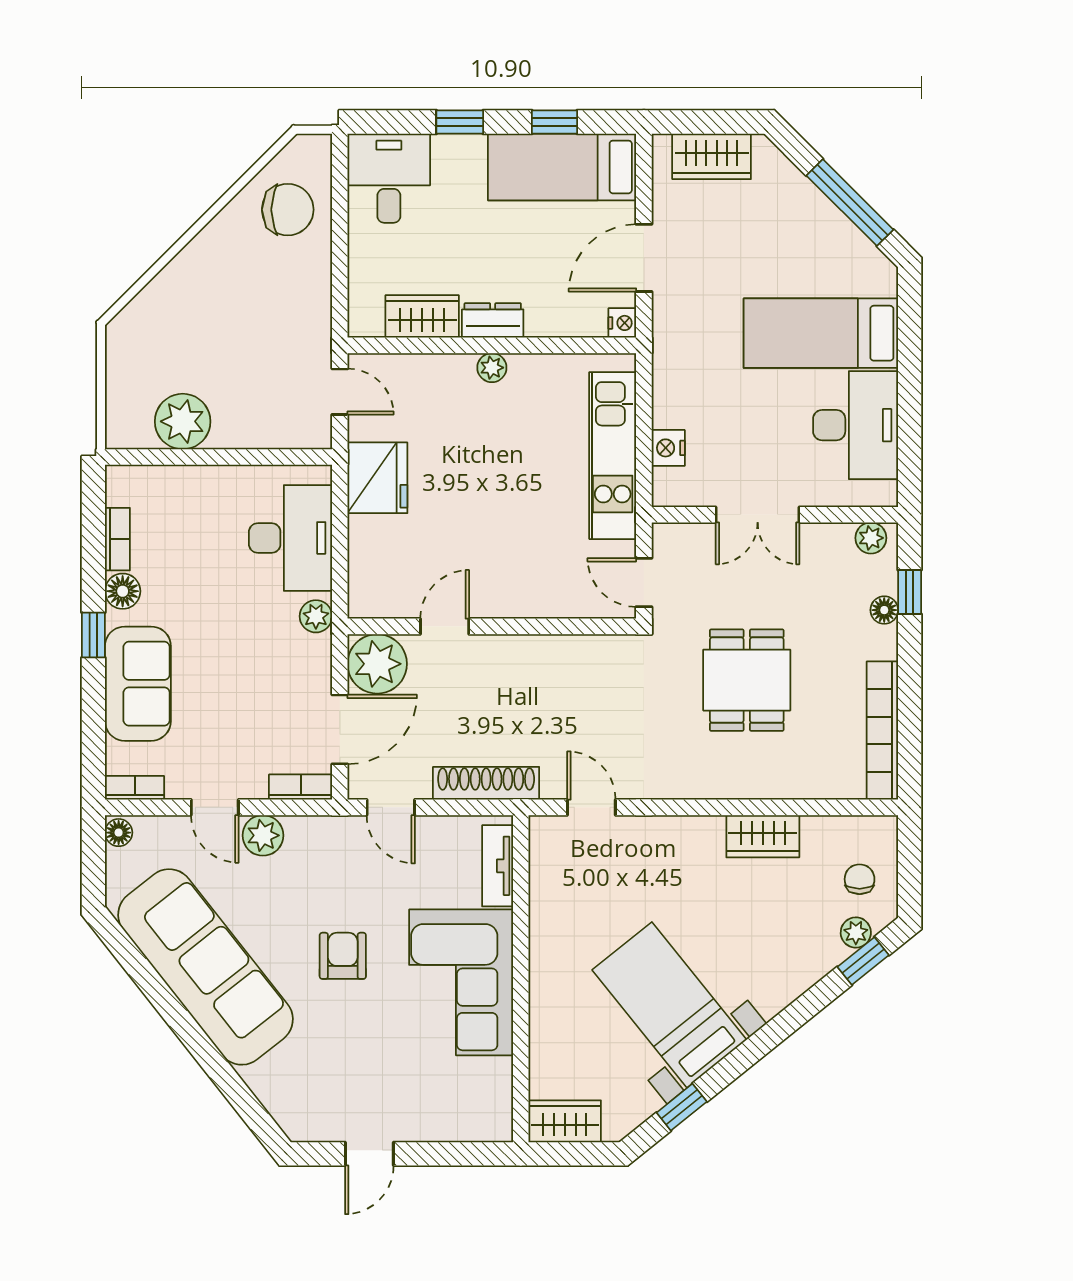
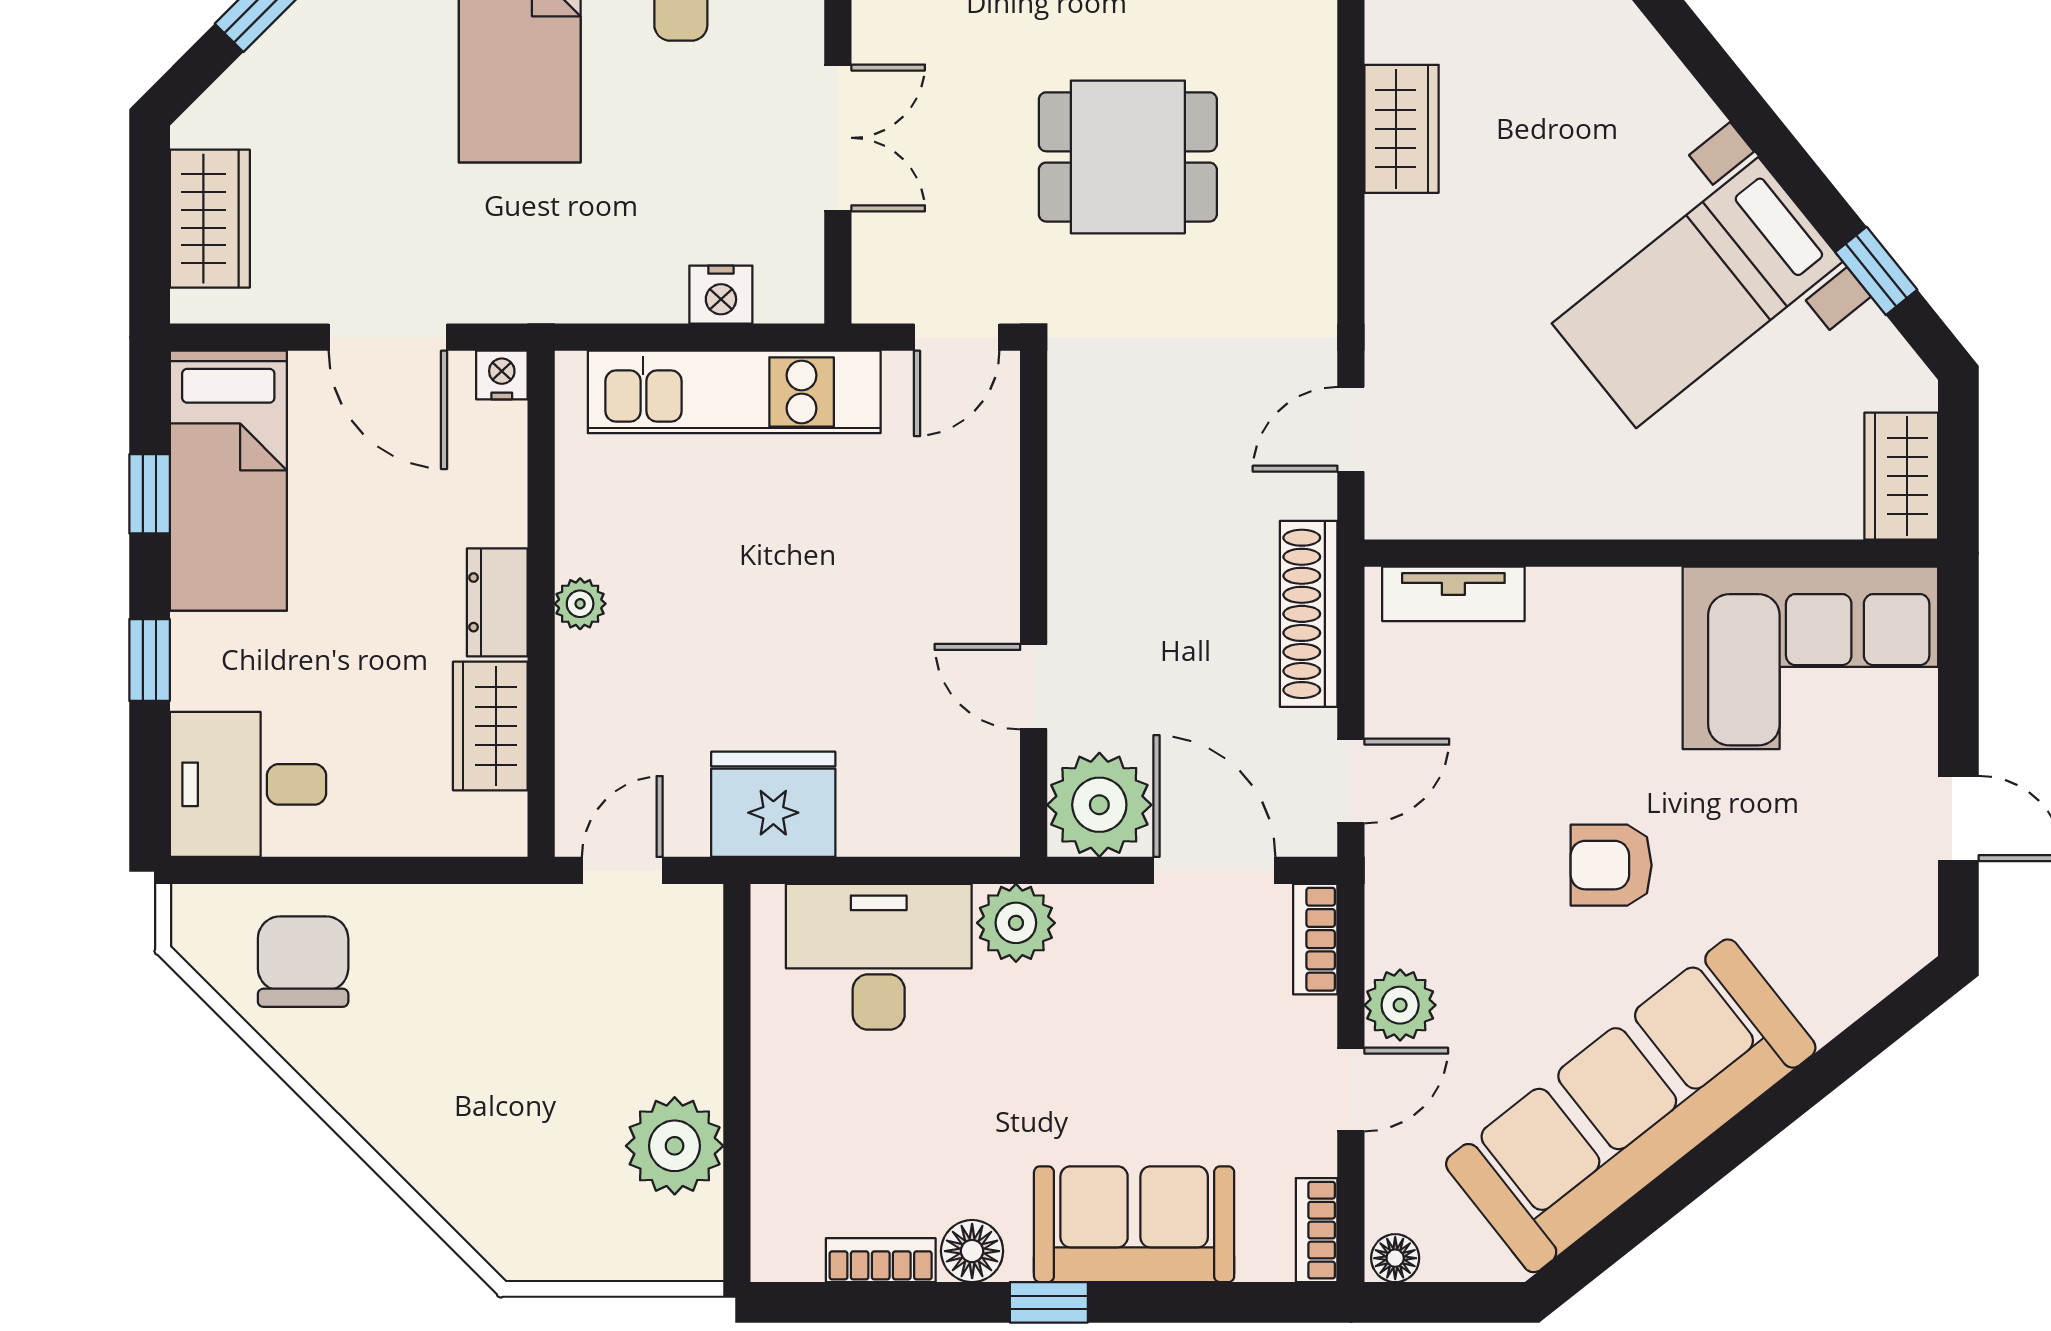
plant: (316, 616) -> (1016, 923), width x1.38, depth x1.38
corner sofa: (461, 982) -> (1810, 658), moved

